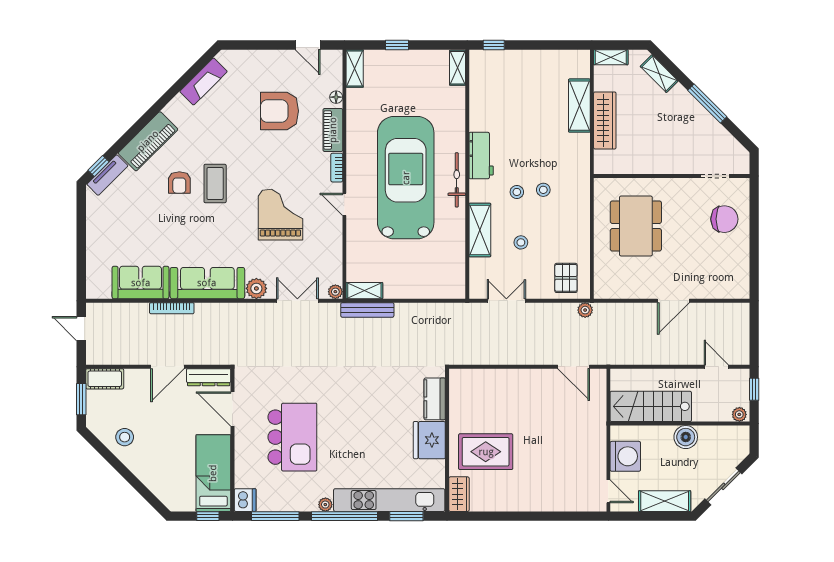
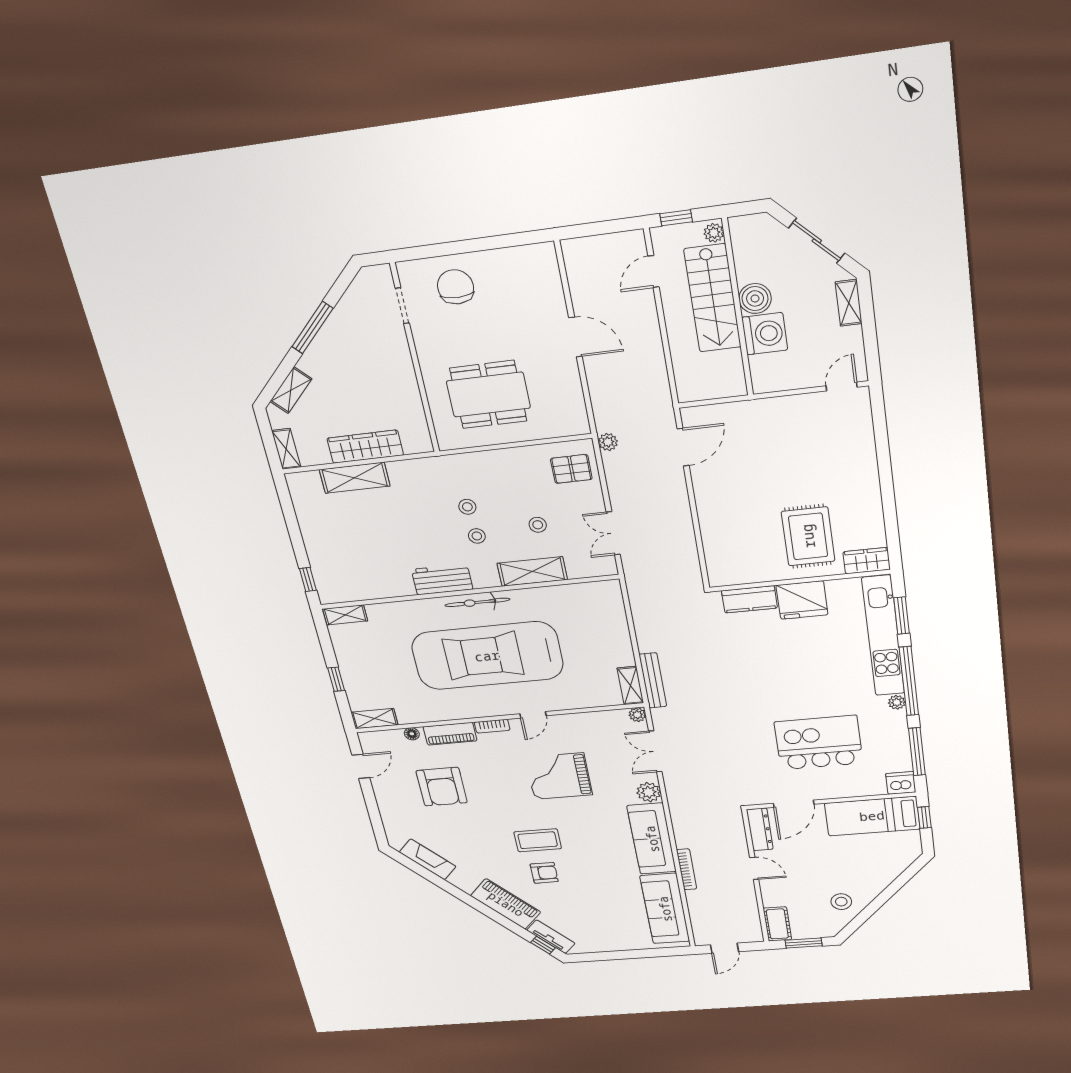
sofa: (141, 283) -> (665, 909), width x1.36
door: (167, 367) -> (754, 868), width x0.73
stairs: (651, 406) -> (713, 298), moved
washing machine: (625, 456) -> (765, 334), moved, turned 90
shelving: (665, 501) -> (849, 303), width x0.67, depth x0.75

